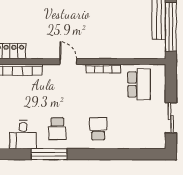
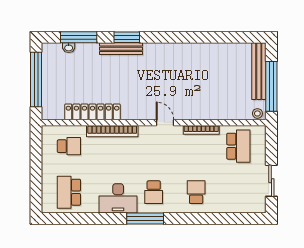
stool: (157, 53) -> (257, 113), added
desk: (23, 135) -> (118, 198), width x1.37

